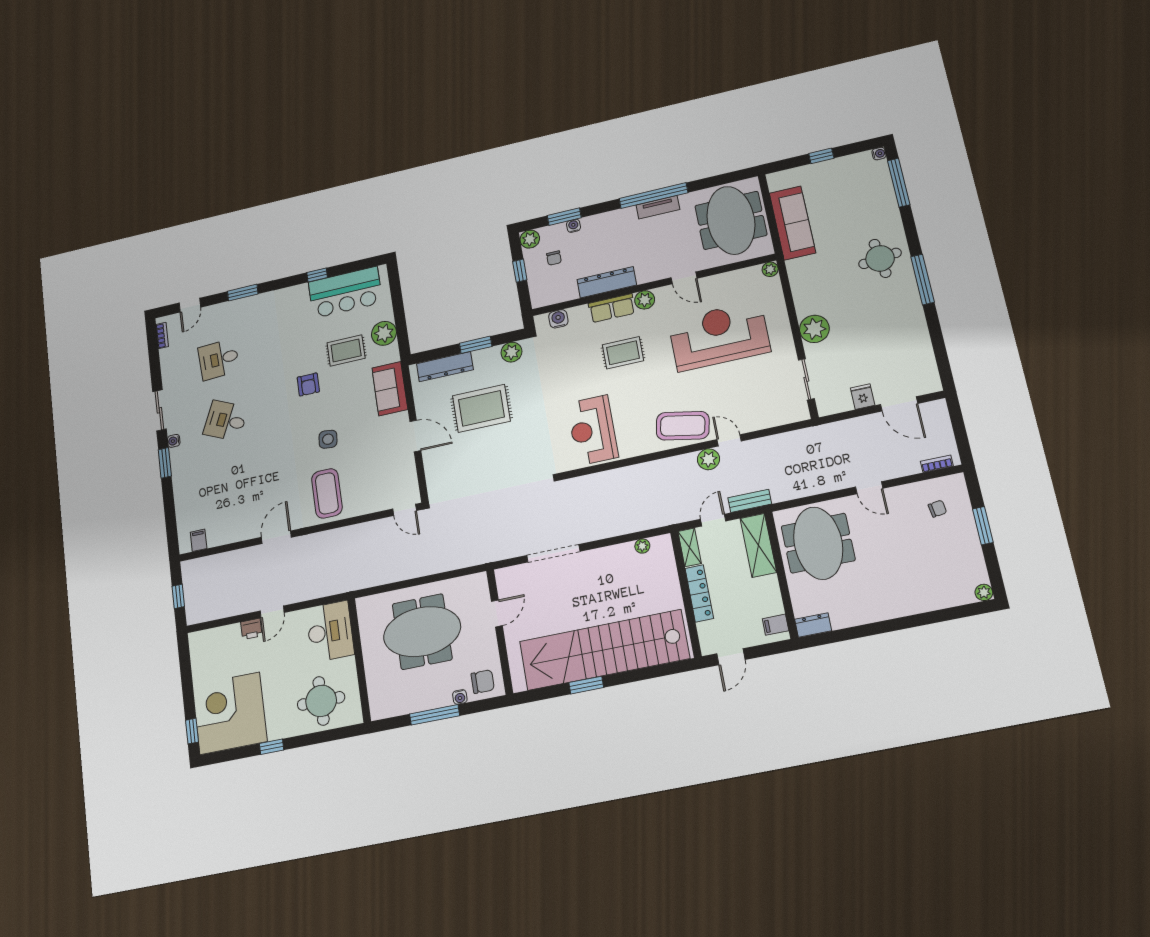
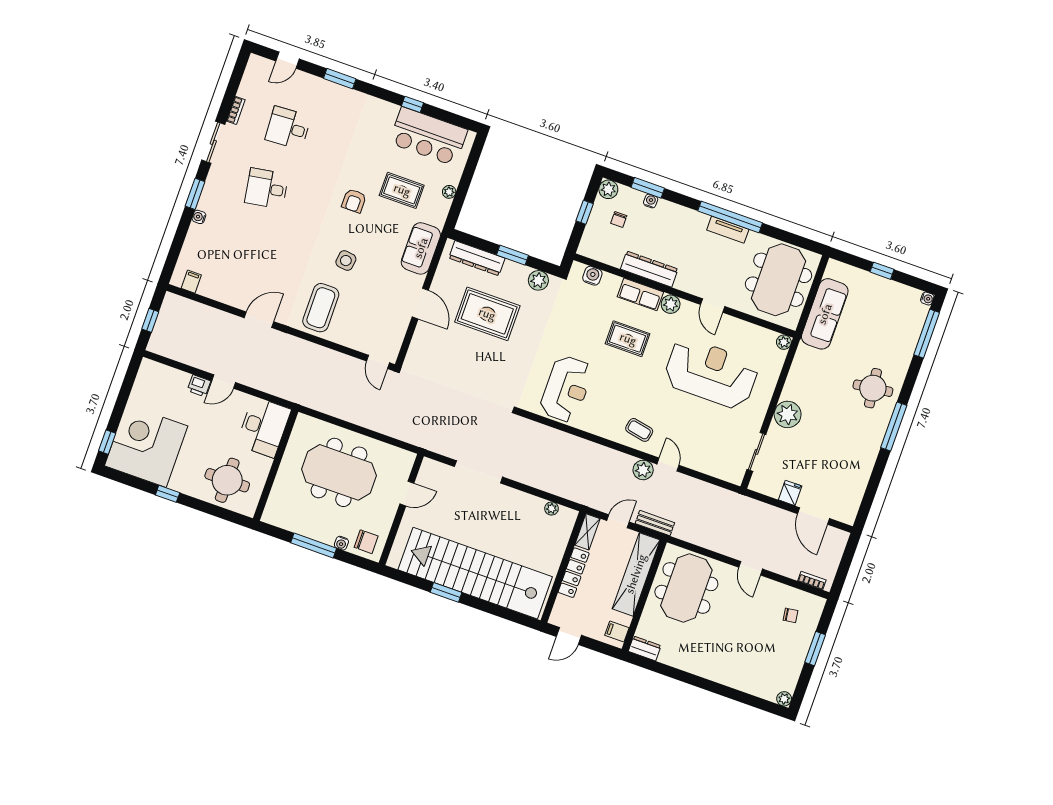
plant: (384, 333) -> (449, 192), width x0.53, depth x0.53
bookcase: (162, 335) -> (236, 110), moved
desk: (226, 421) -> (267, 189), turned -33
coffee table: (683, 426) -> (639, 430), width x0.54, depth x0.58
reception desk: (593, 430) -> (566, 389), turned 180
water cooler: (174, 441) -> (199, 217), moved
shelving: (758, 545) -> (636, 574), width x1.47

